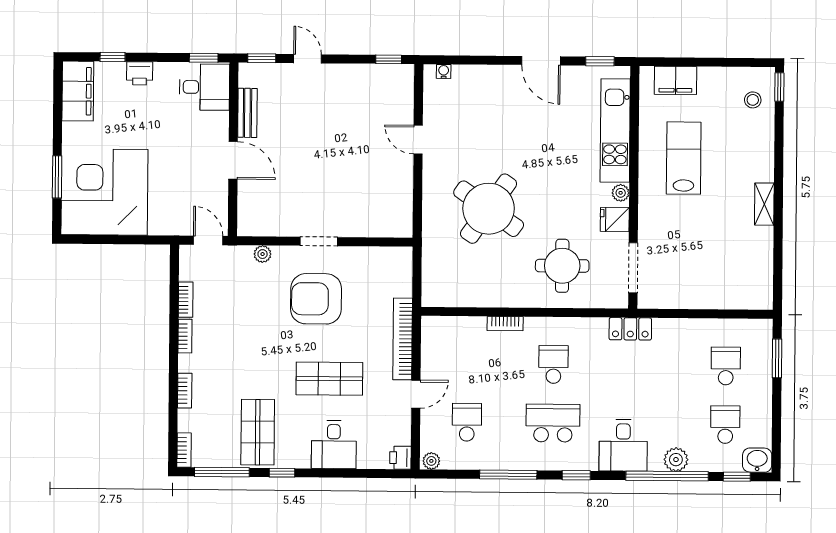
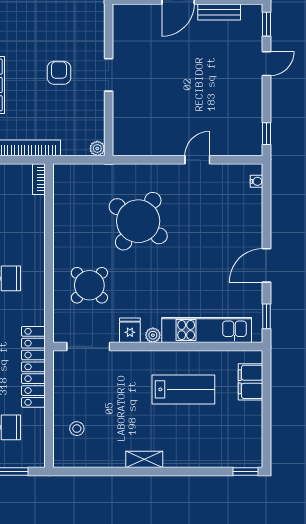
stool: (753, 100) -> (77, 429), moved
plant: (263, 254) -> (97, 148), moved
round table: (562, 266) -> (89, 285), turned 45
armchair: (316, 299) -> (59, 73), width x0.53, depth x0.53
bookcase: (505, 324) -> (39, 179), moved
locker: (630, 329) -> (33, 367), width x2.16, depth x1.21

